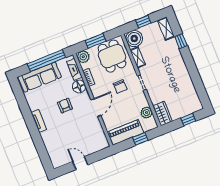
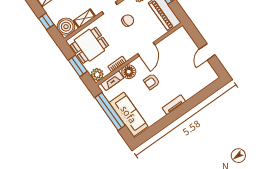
chair: (120, 86) -> (128, 20), moved
door: (96, 108) -> (146, 49), swing flipped

